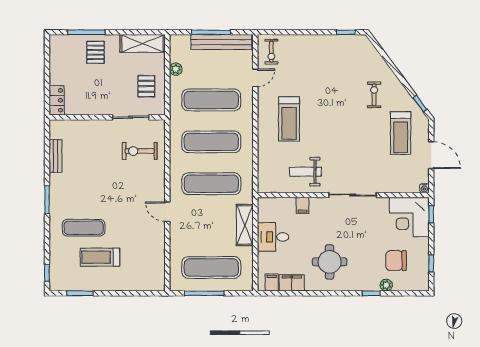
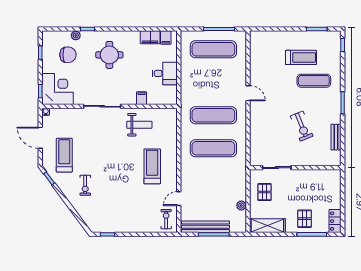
locker: (57, 100) -> (335, 221), moved
exercise mat: (211, 100) -> (213, 181), removed
exercise bike: (140, 151) -> (302, 126), moved, turned 68
shelving: (245, 225) -> (187, 83), removed
round table: (330, 262) -> (109, 55), moved

